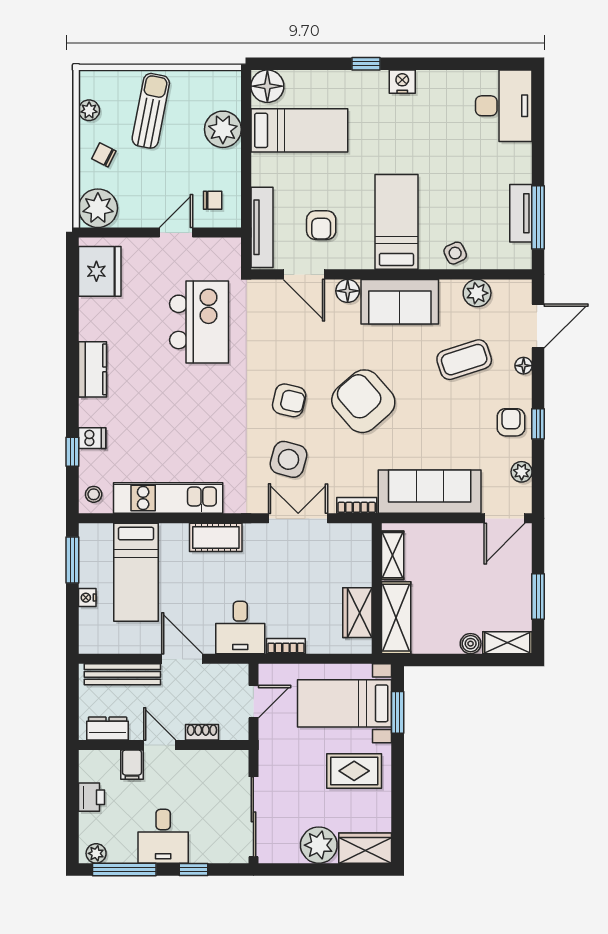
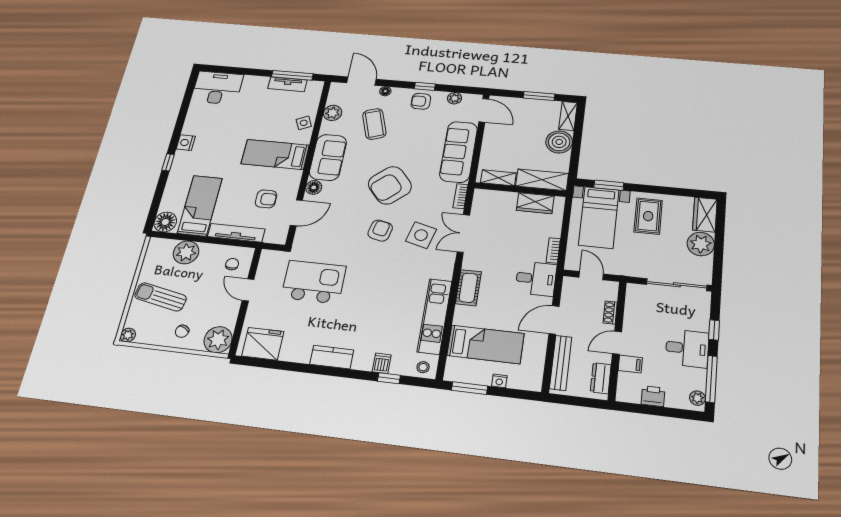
plant: (89, 110) -> (128, 335), moved
tv unit: (262, 227) -> (236, 233), moved
boiler: (471, 644) -> (559, 142), width x1.86, depth x1.86

